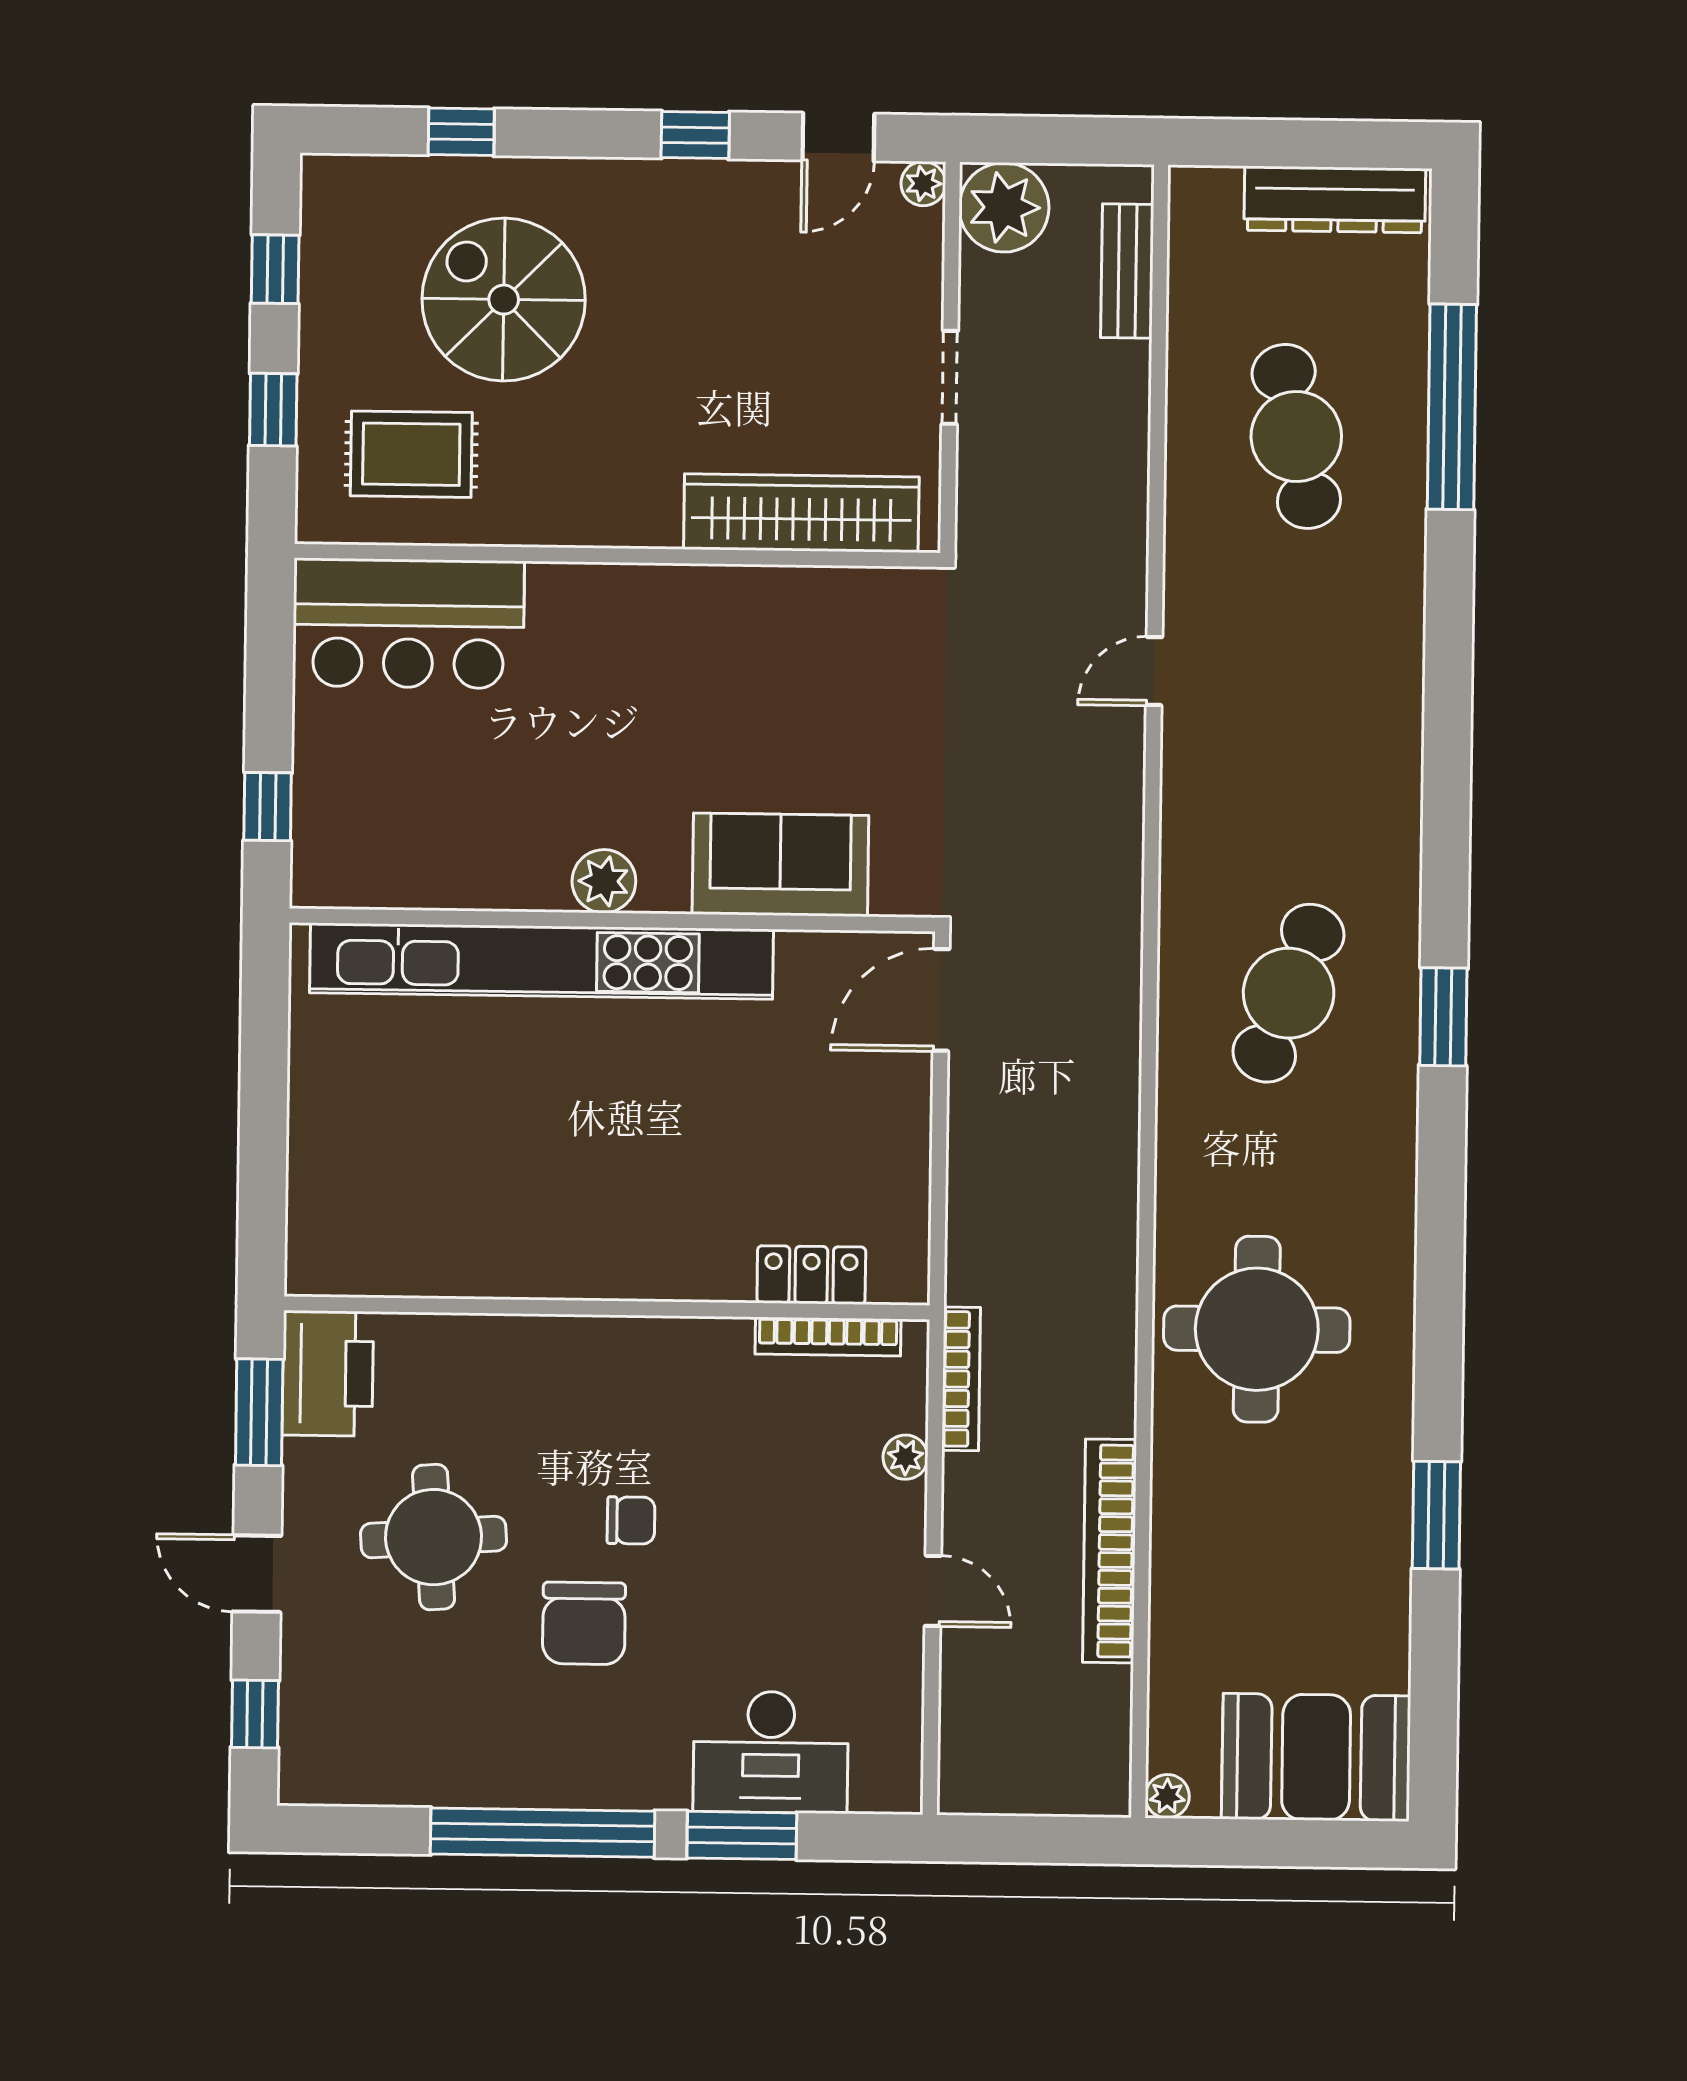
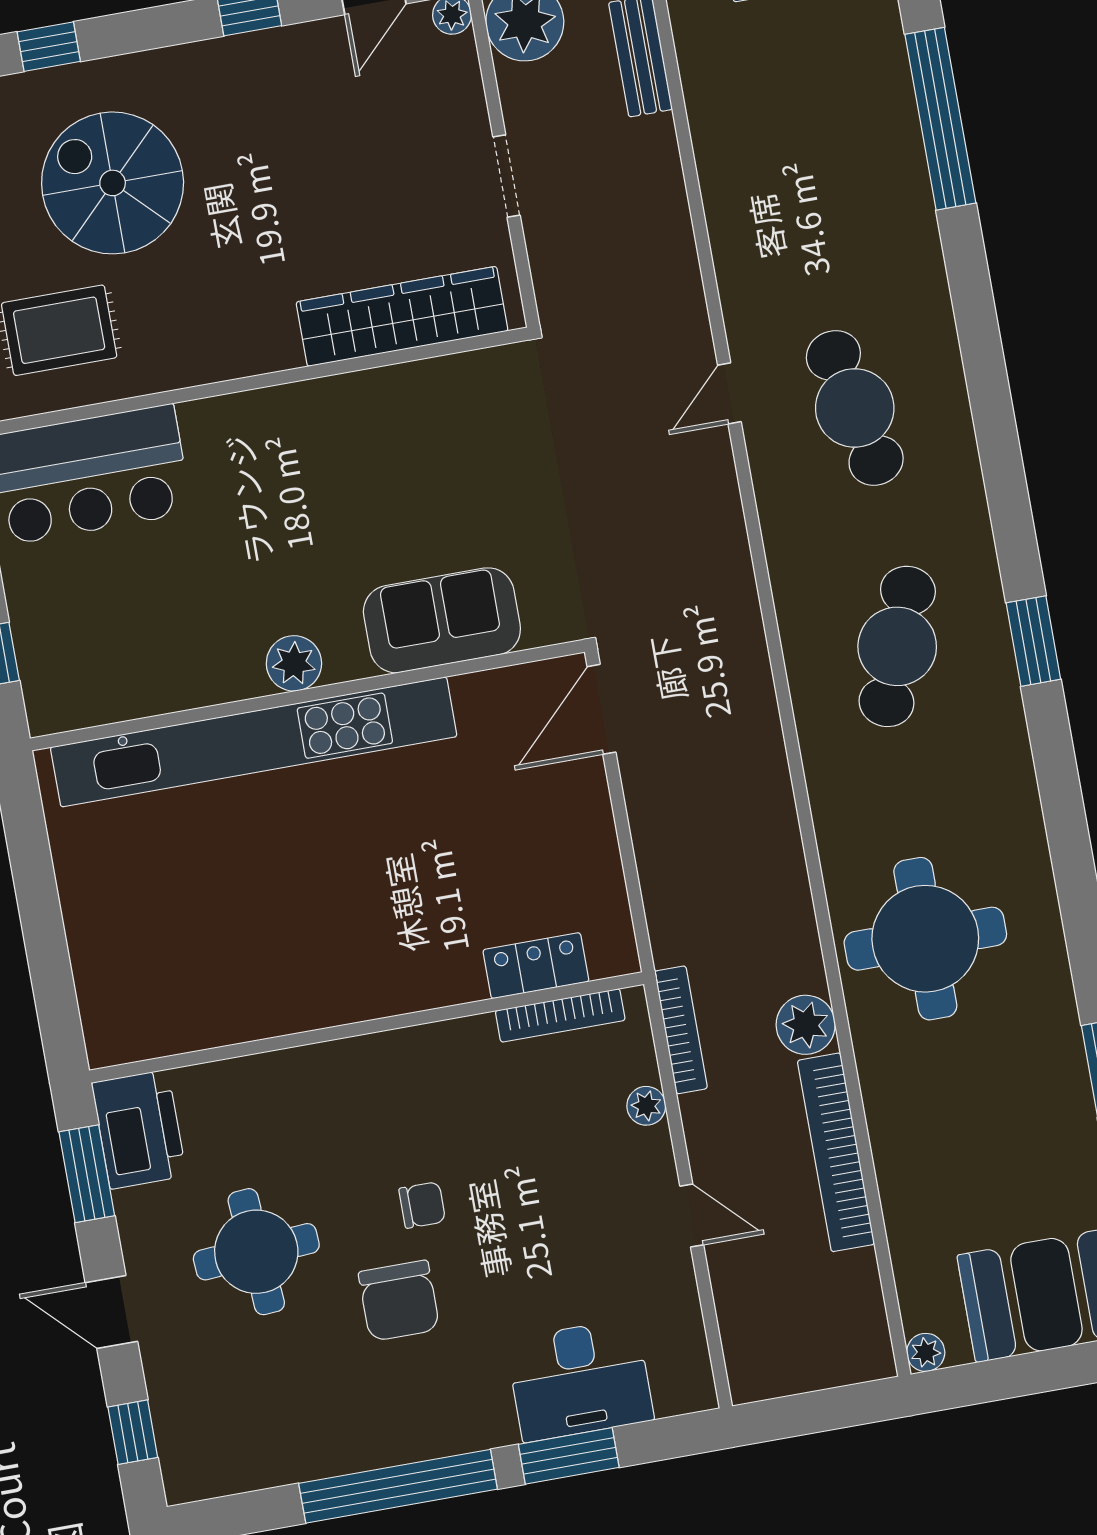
cafe table: (1296, 436) -> (855, 408), moved
plant: (1103, 1400) -> (806, 1025), added

